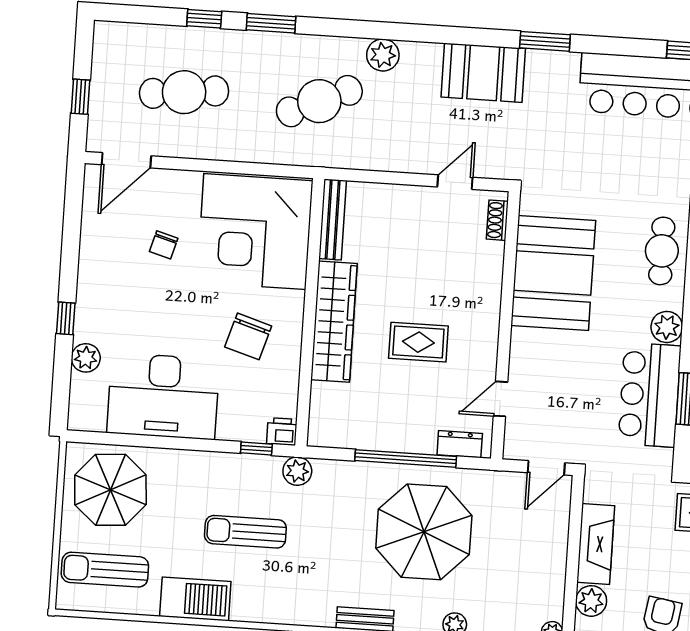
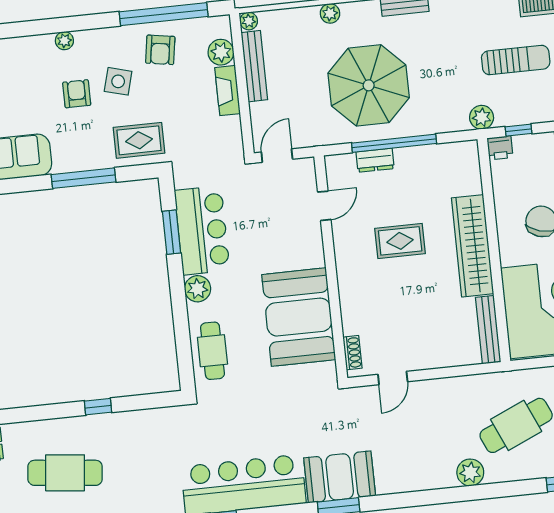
booth: (483, 73) -> (340, 477), moved
dresser: (460, 444) -> (375, 160), moved
fireplace: (596, 544) -> (227, 91), width x0.73, depth x0.76
bench: (554, 578) -> (254, 66), added

